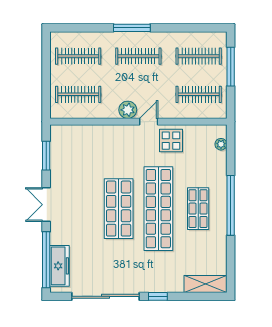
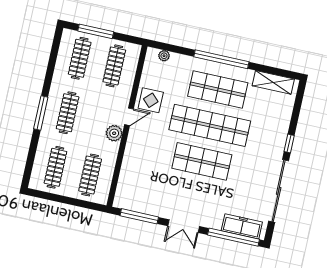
door: (149, 122) -> (129, 117), swing flipped
window: (46, 156) -> (139, 216), width x1.44
shop shelf: (198, 209) -> (218, 89), width x1.43, depth x1.36
shelving: (206, 284) -> (273, 82), moved, turned 90

